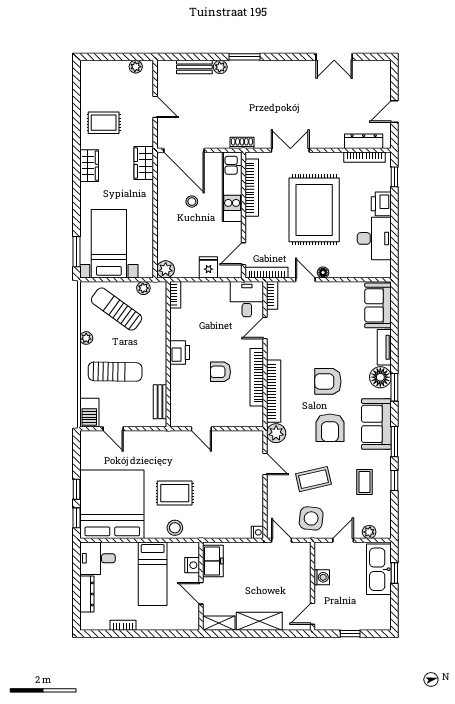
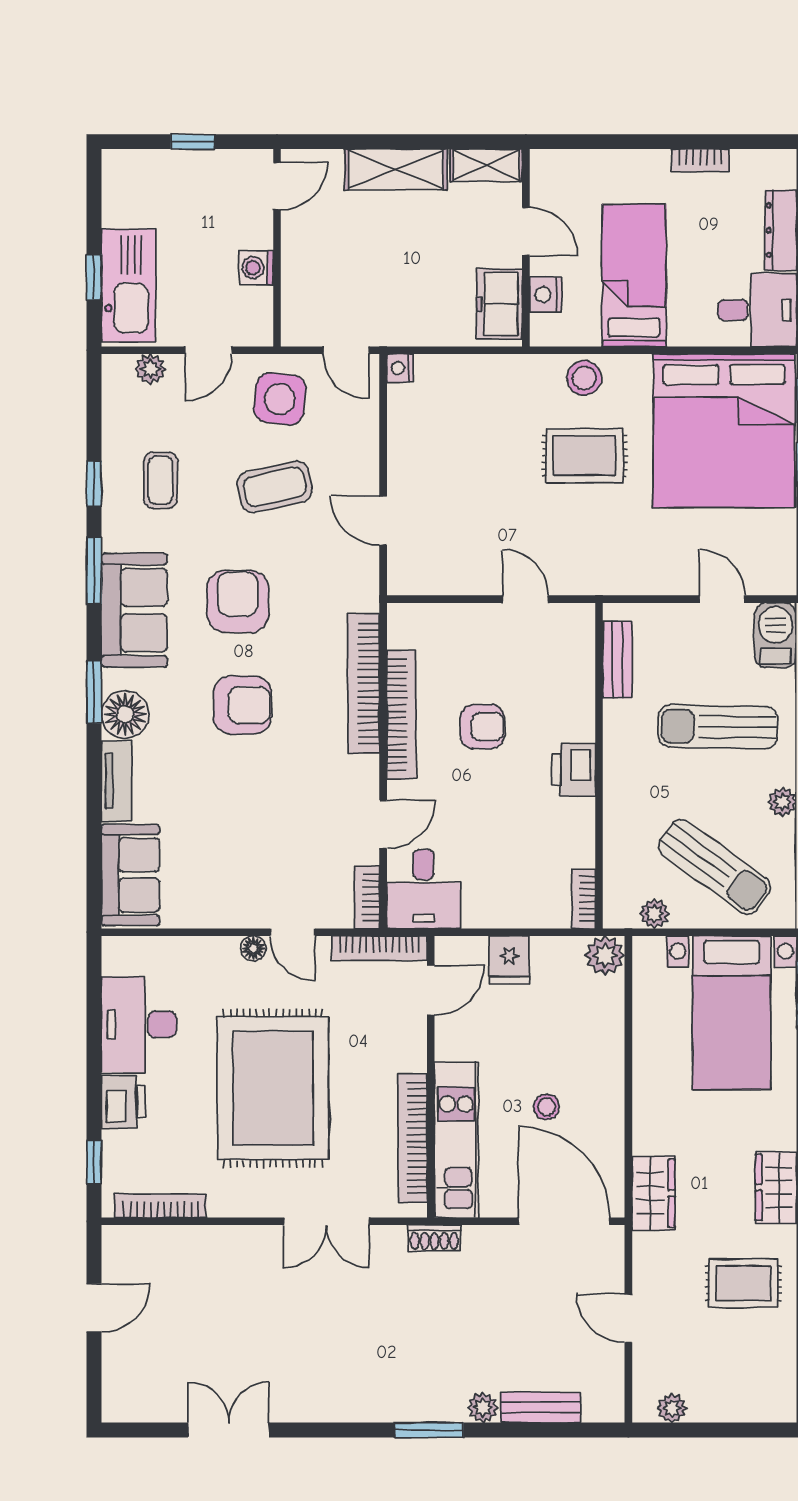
dresser: (364, 141) -> (163, 1242), removed
plant: (276, 433) -> (358, 590), removed

